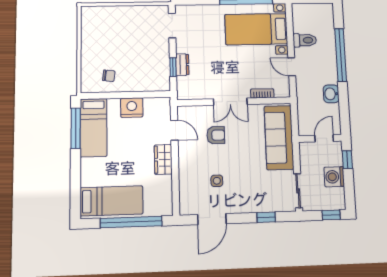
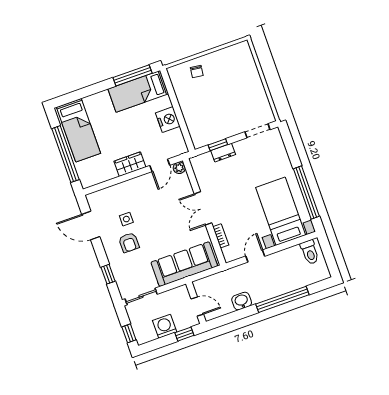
toilet: (305, 40) -> (310, 252), moved
chair: (109, 76) -> (197, 71), moved
plant: (183, 112) -> (179, 168), added
armchair: (216, 135) -> (129, 243), moved

